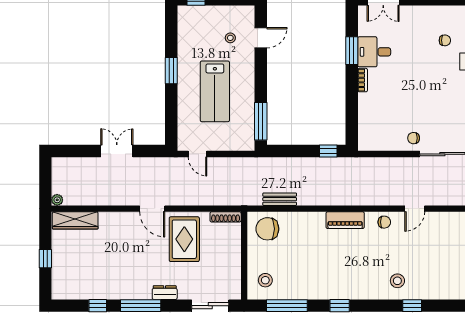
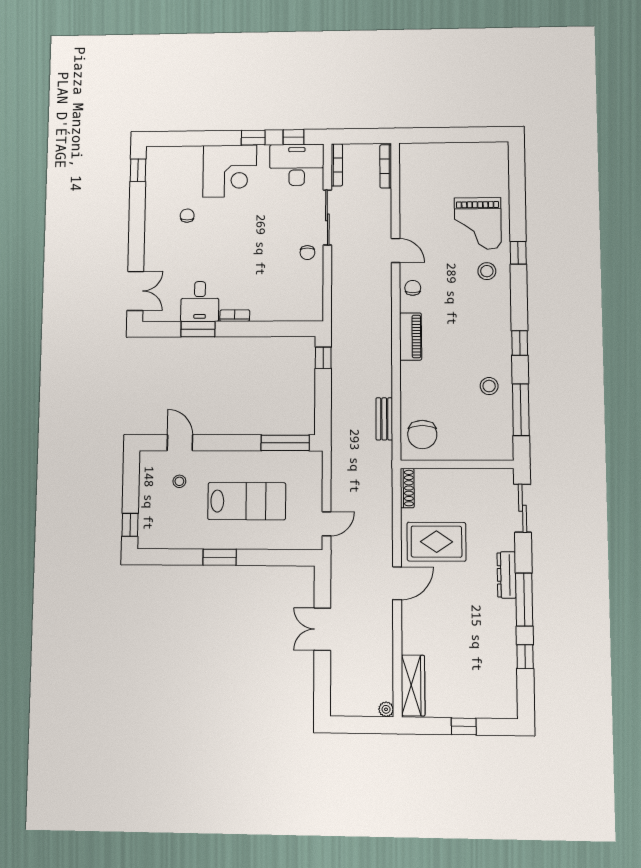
grand piano: (436, 274) -> (478, 223), added
stool: (265, 280) -> (489, 386), moved
dresser: (165, 293) -> (507, 575), width x1.44

